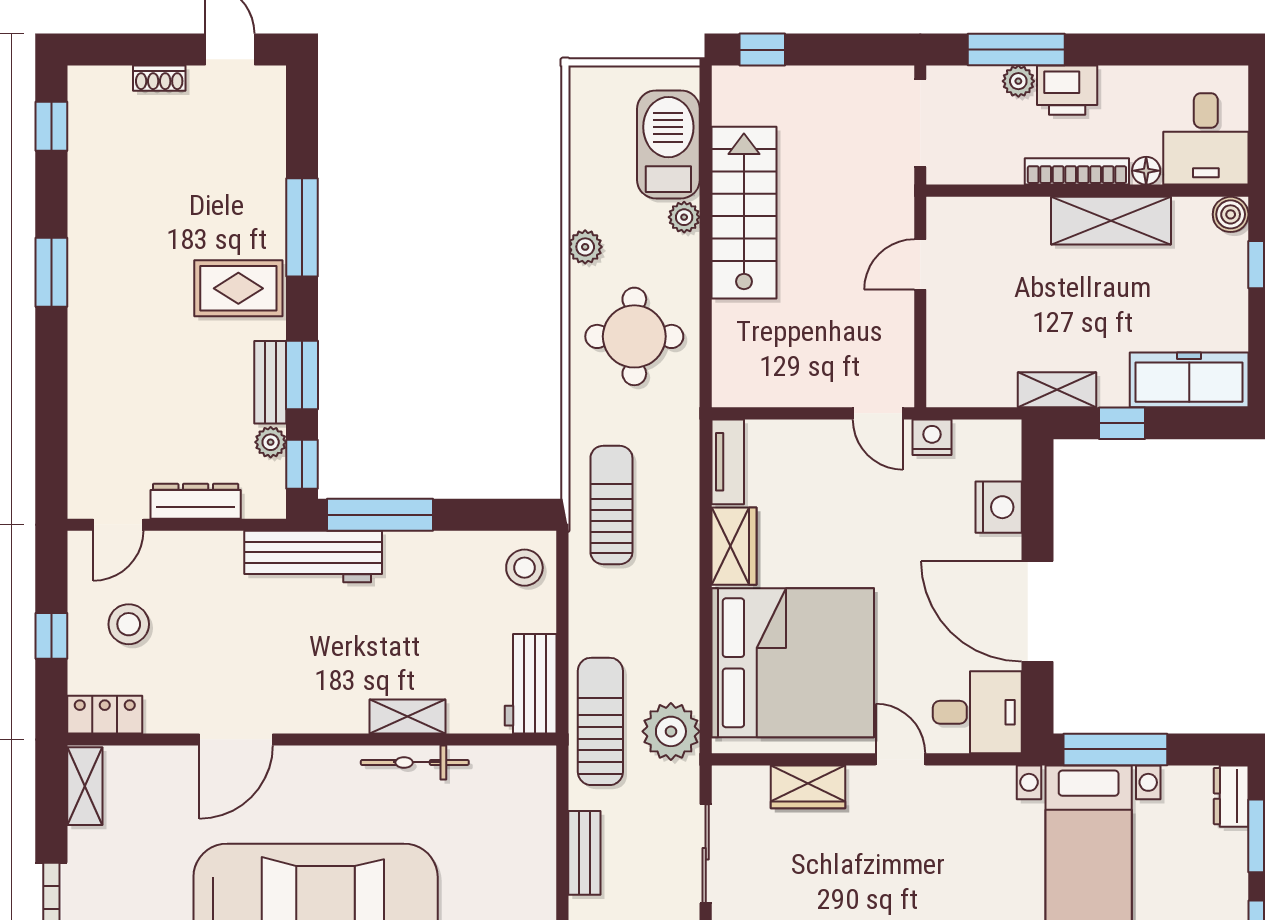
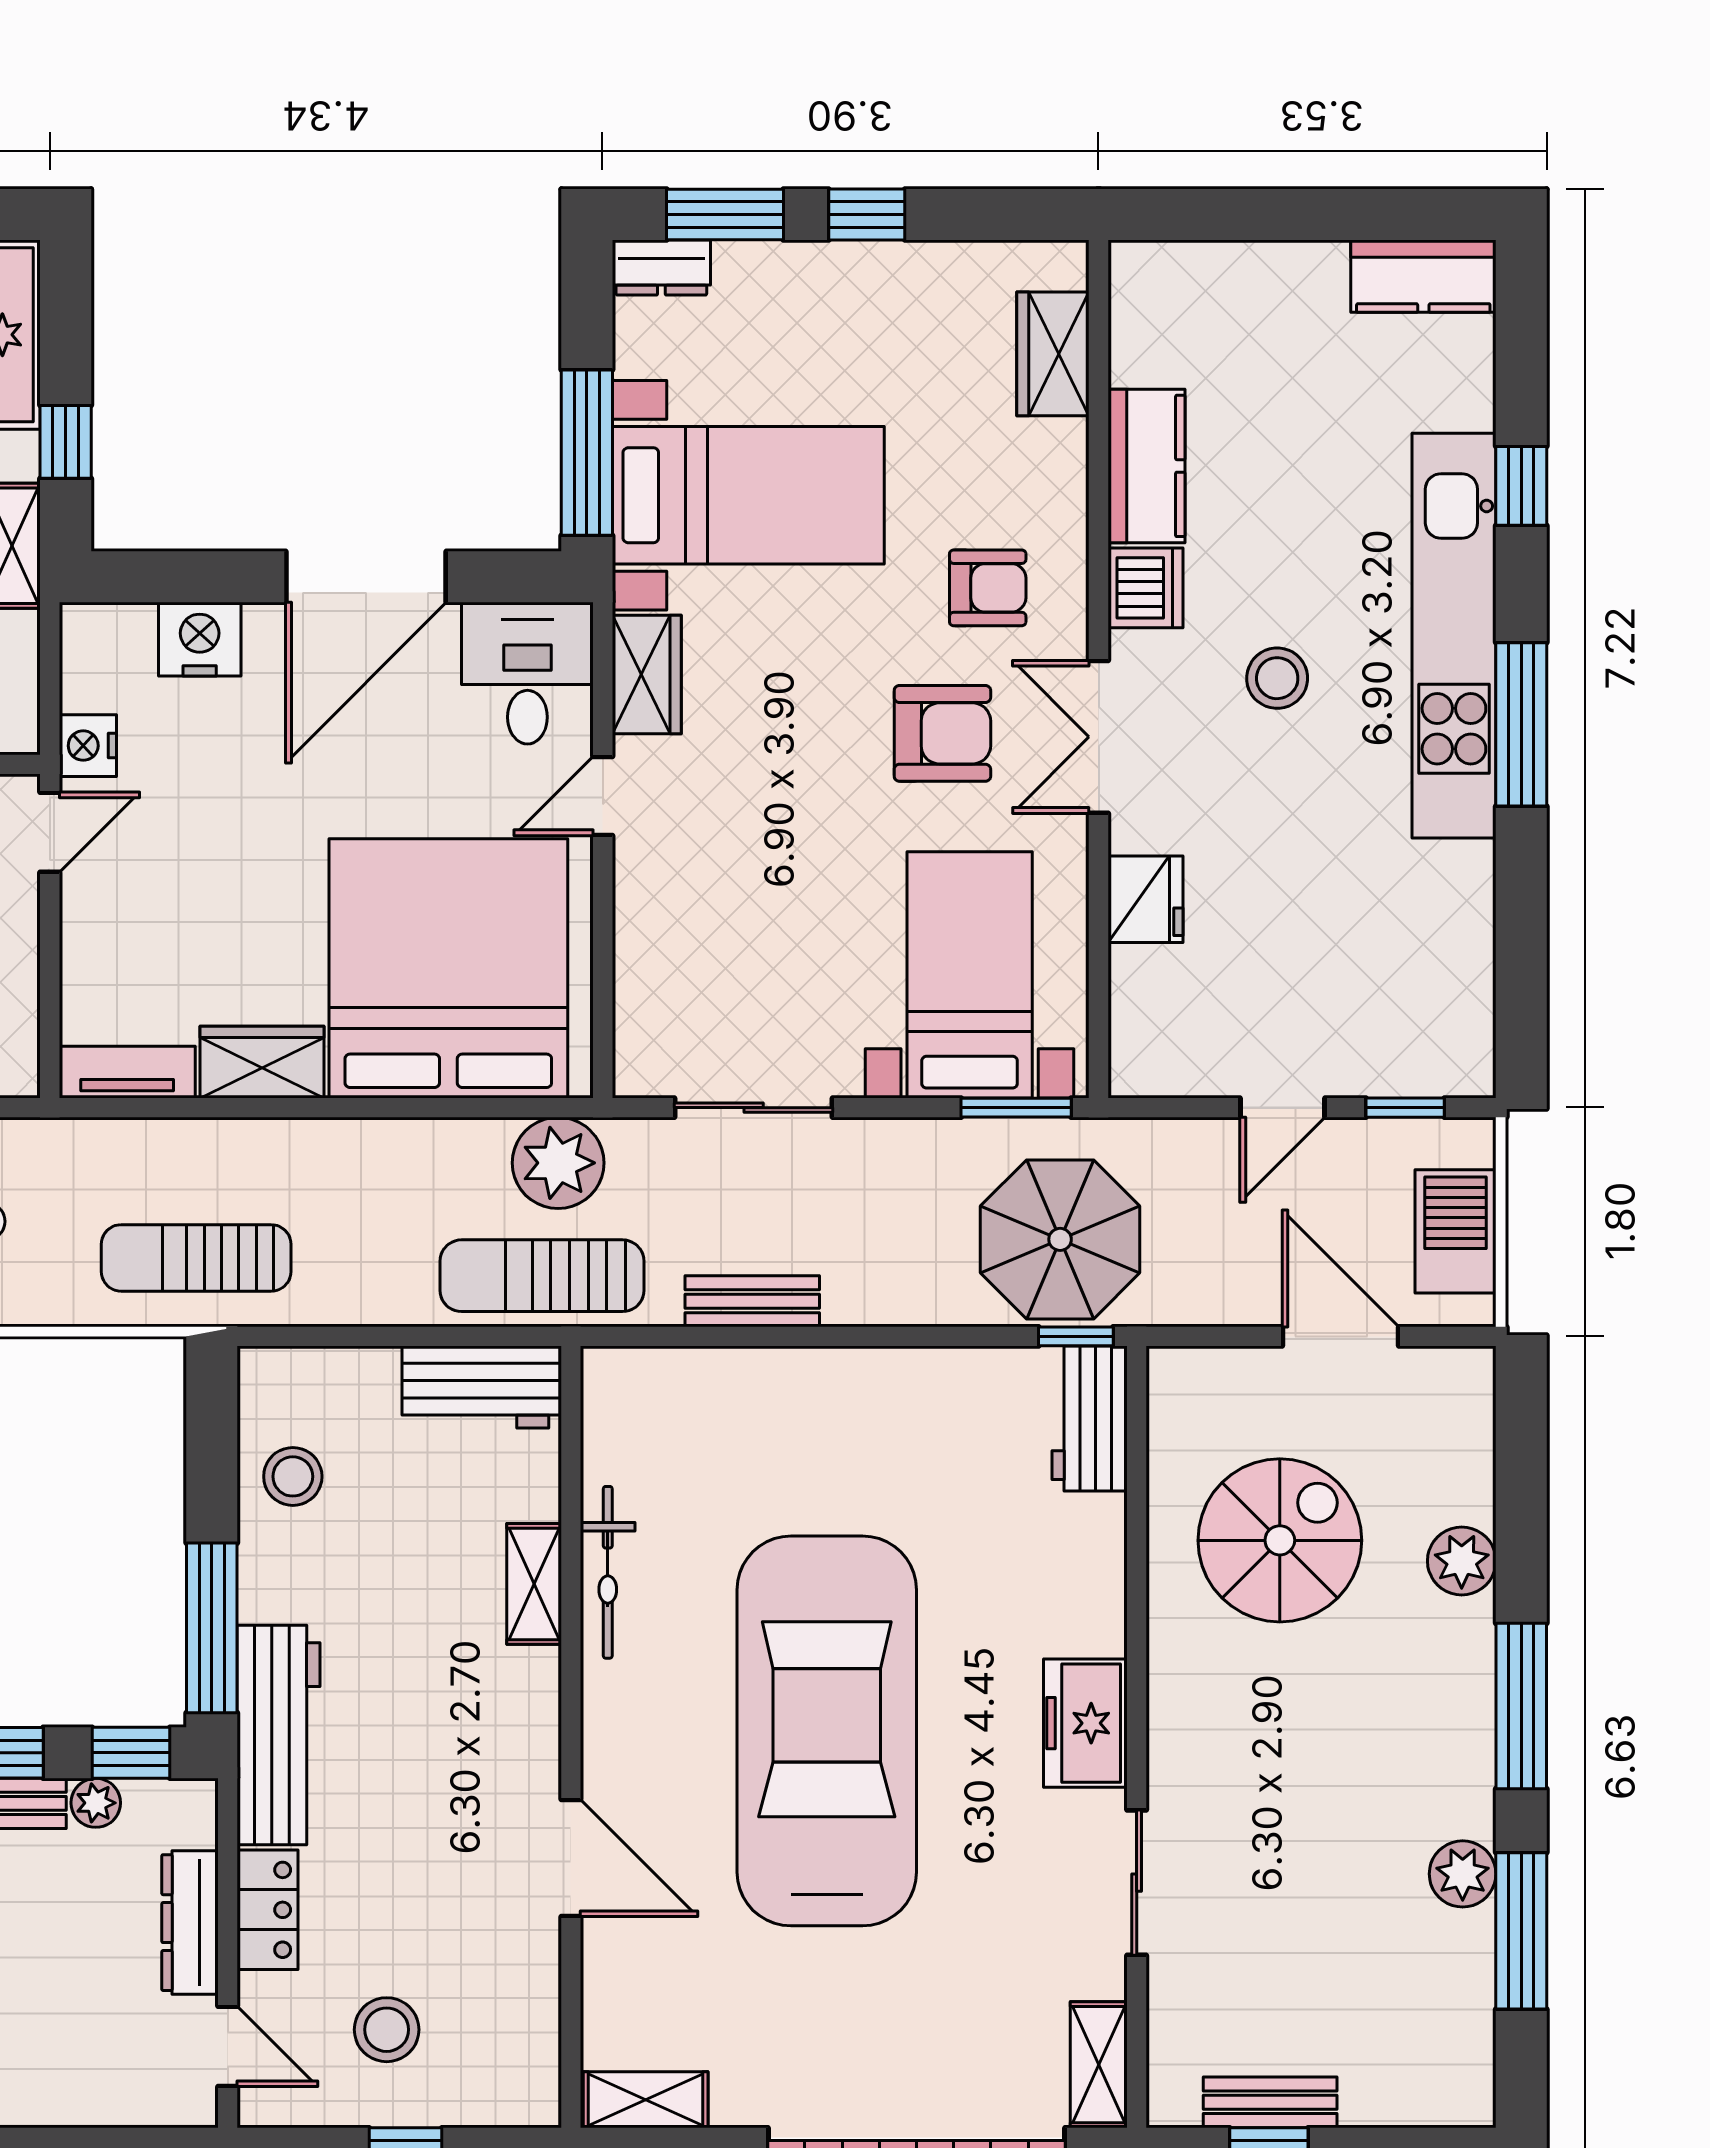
stool: (524, 568) -> (293, 1476), moved
locker: (105, 715) -> (267, 1910), moved, turned 180
wardrobe: (808, 787) -> (647, 674), moved

